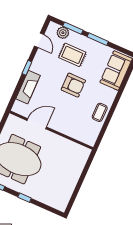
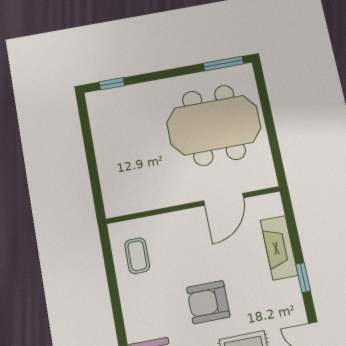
coffee table: (100, 112) -> (137, 256), moved
window: (25, 198) -> (112, 84), moved

